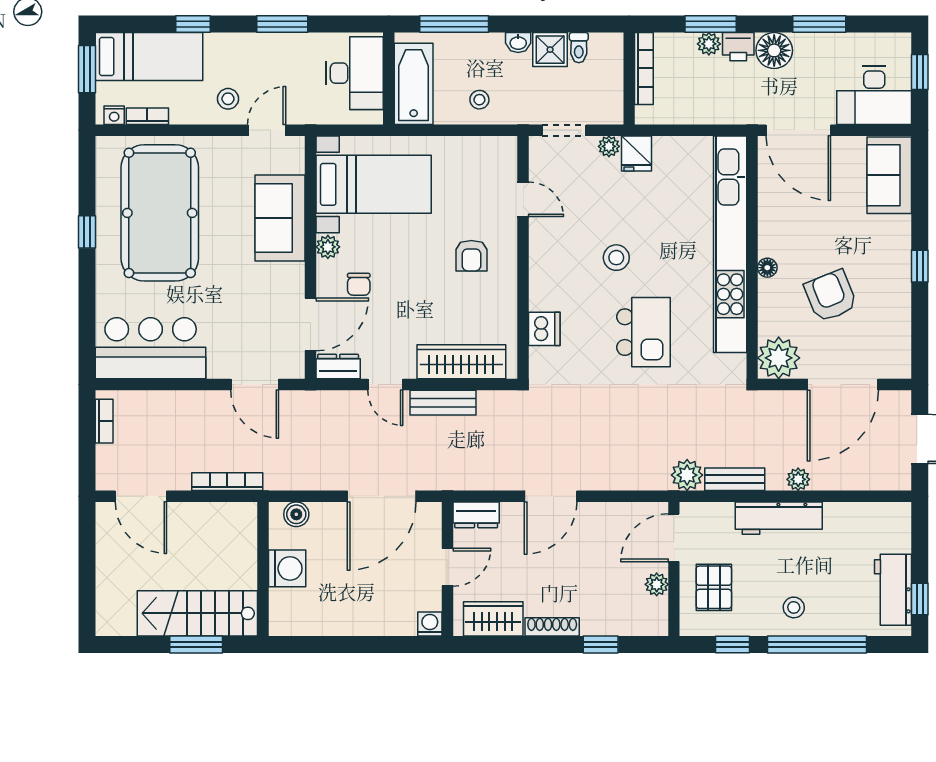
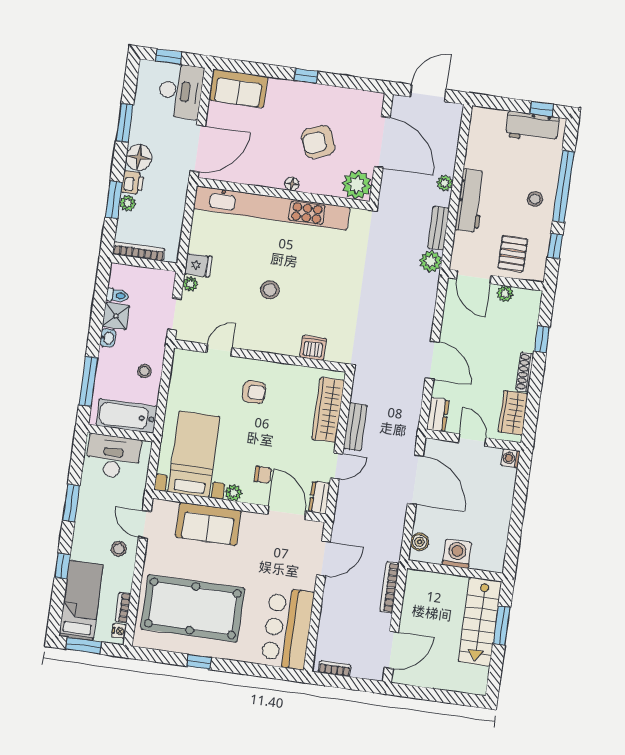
kitchen island: (644, 332) -> (325, 278), removed
pallet: (714, 587) -> (513, 254), turned 90

